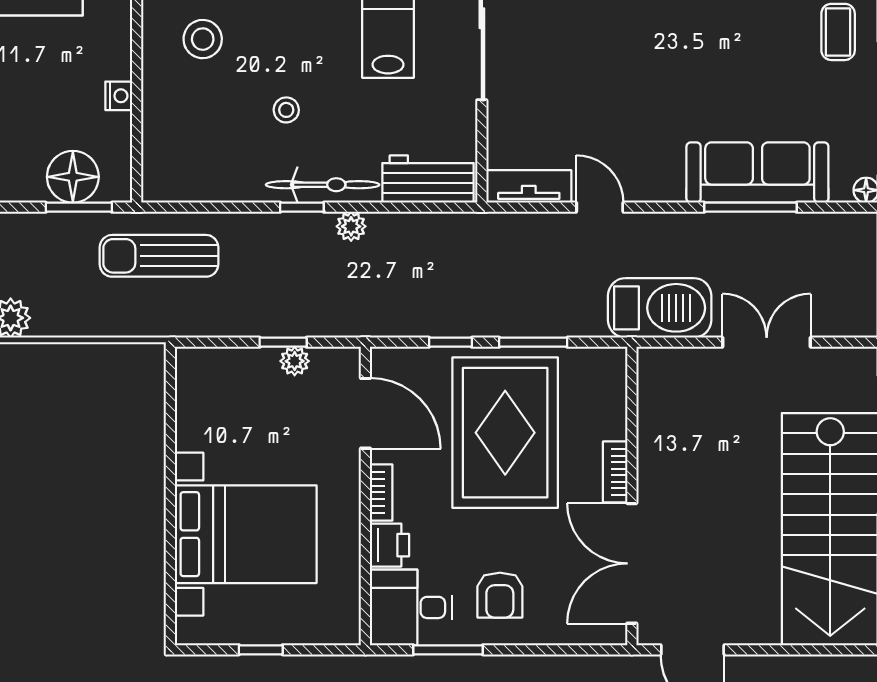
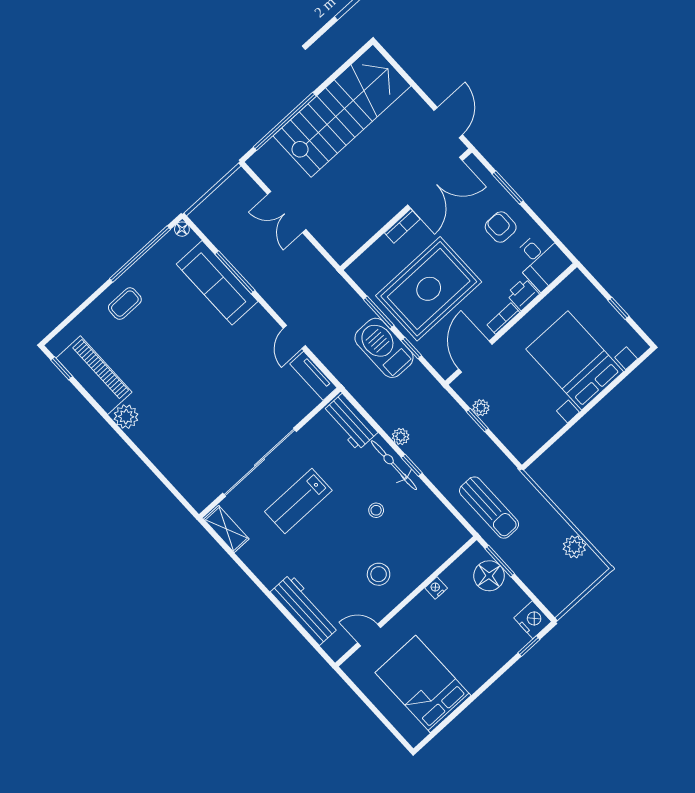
barbecue: (660, 308) -> (384, 348), moved
armchair: (500, 595) -> (501, 227), turned -90
window: (448, 650) -> (508, 187), moved

